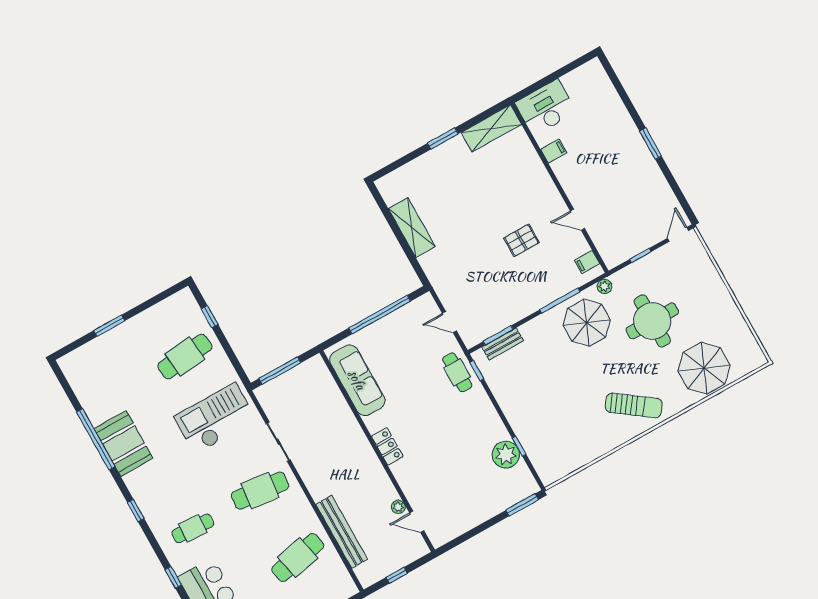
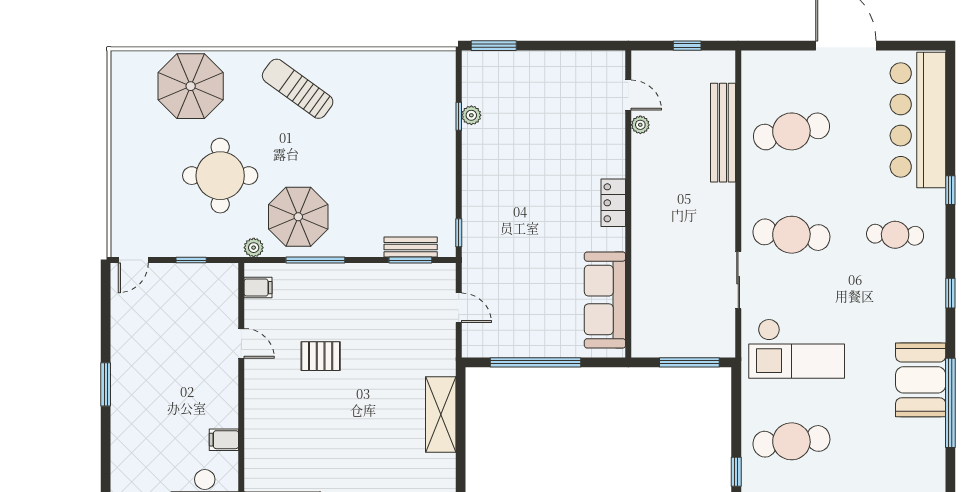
shelving: (412, 228) -> (441, 415), moved
cafe table: (457, 372) -> (483, 244), removed
plant: (506, 455) -> (471, 115), width x0.53, depth x0.53

